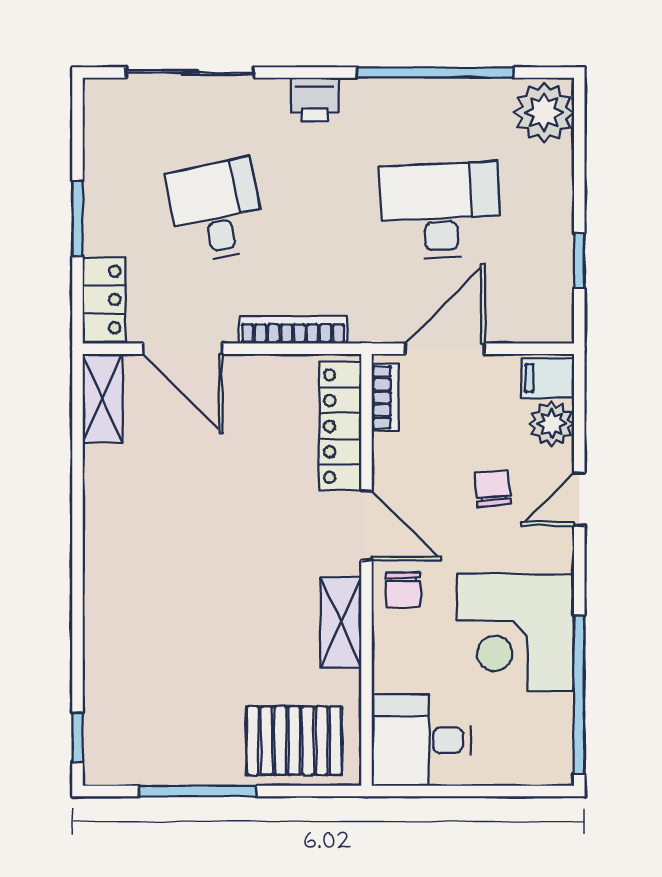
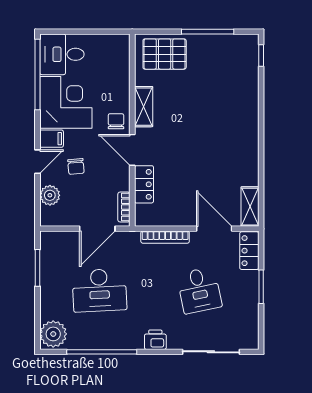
window: (579, 261) -> (37, 268), width x1.50
filing cabinet: (548, 378) -> (52, 139), moved
locker: (340, 426) -> (144, 184), width x0.66
desk: (421, 740) -> (62, 54), moved, turned 180

